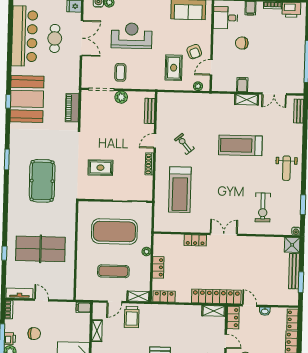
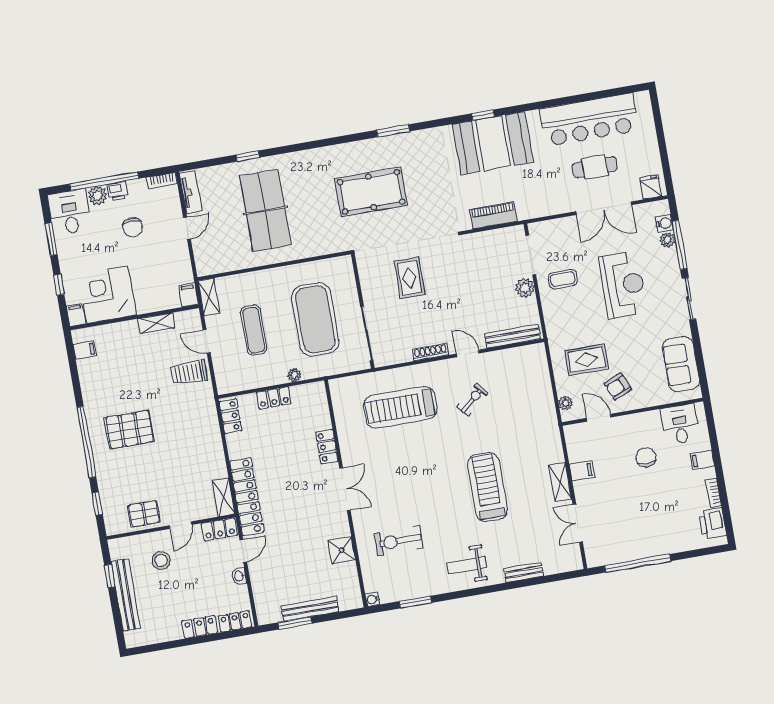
bench: (150, 111) -> (512, 336), width x1.36
bench: (299, 111) -> (523, 572), moved
shower: (292, 245) -> (342, 550), moved
shelving: (138, 296) -> (209, 297), moved

